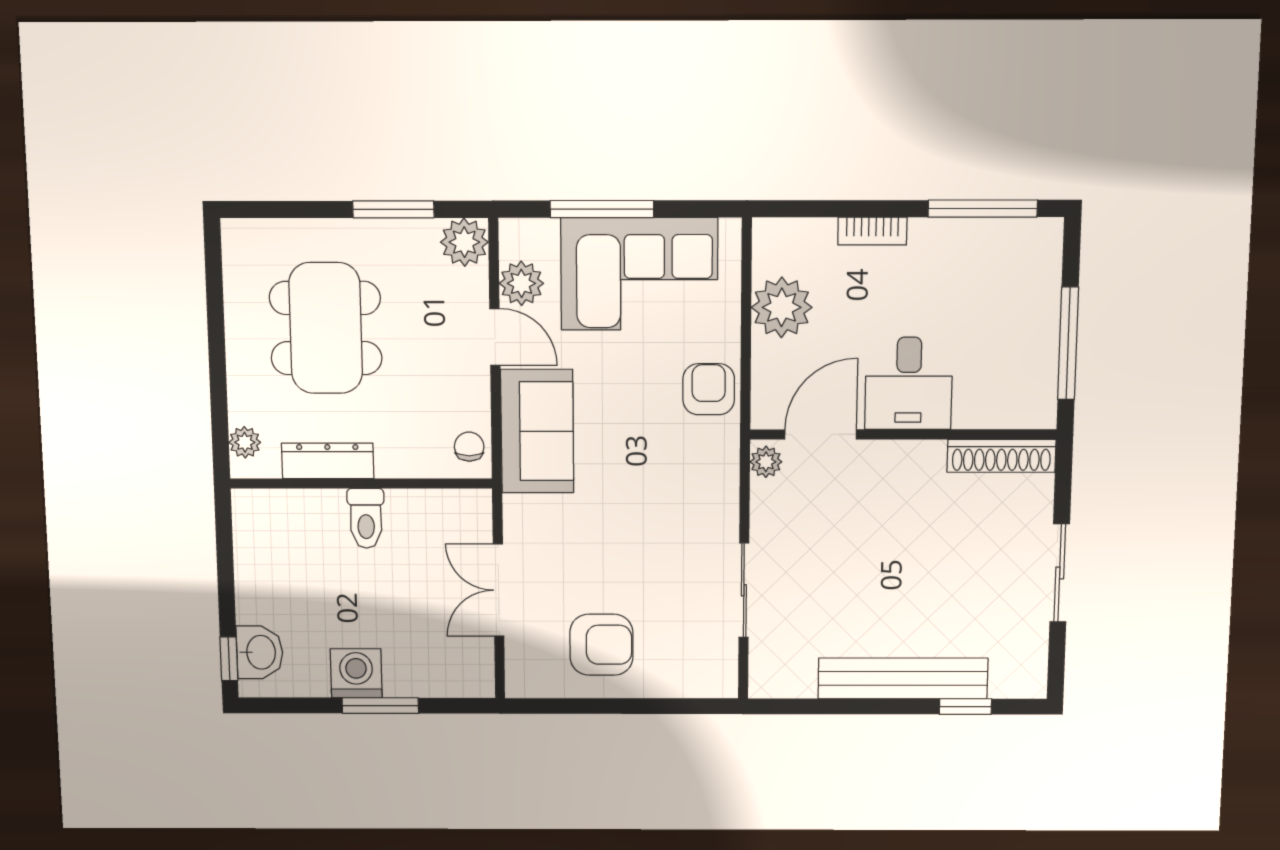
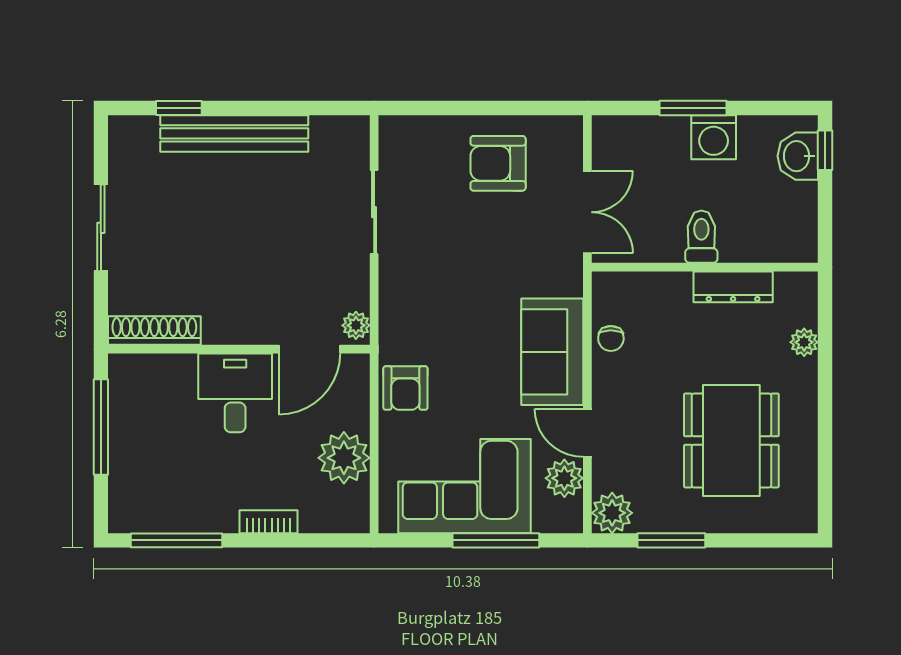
dresser: (328, 461) -> (733, 287), moved
wall: (361, 483) -> (705, 267), moved
toilet: (366, 518) -> (701, 237), moved

